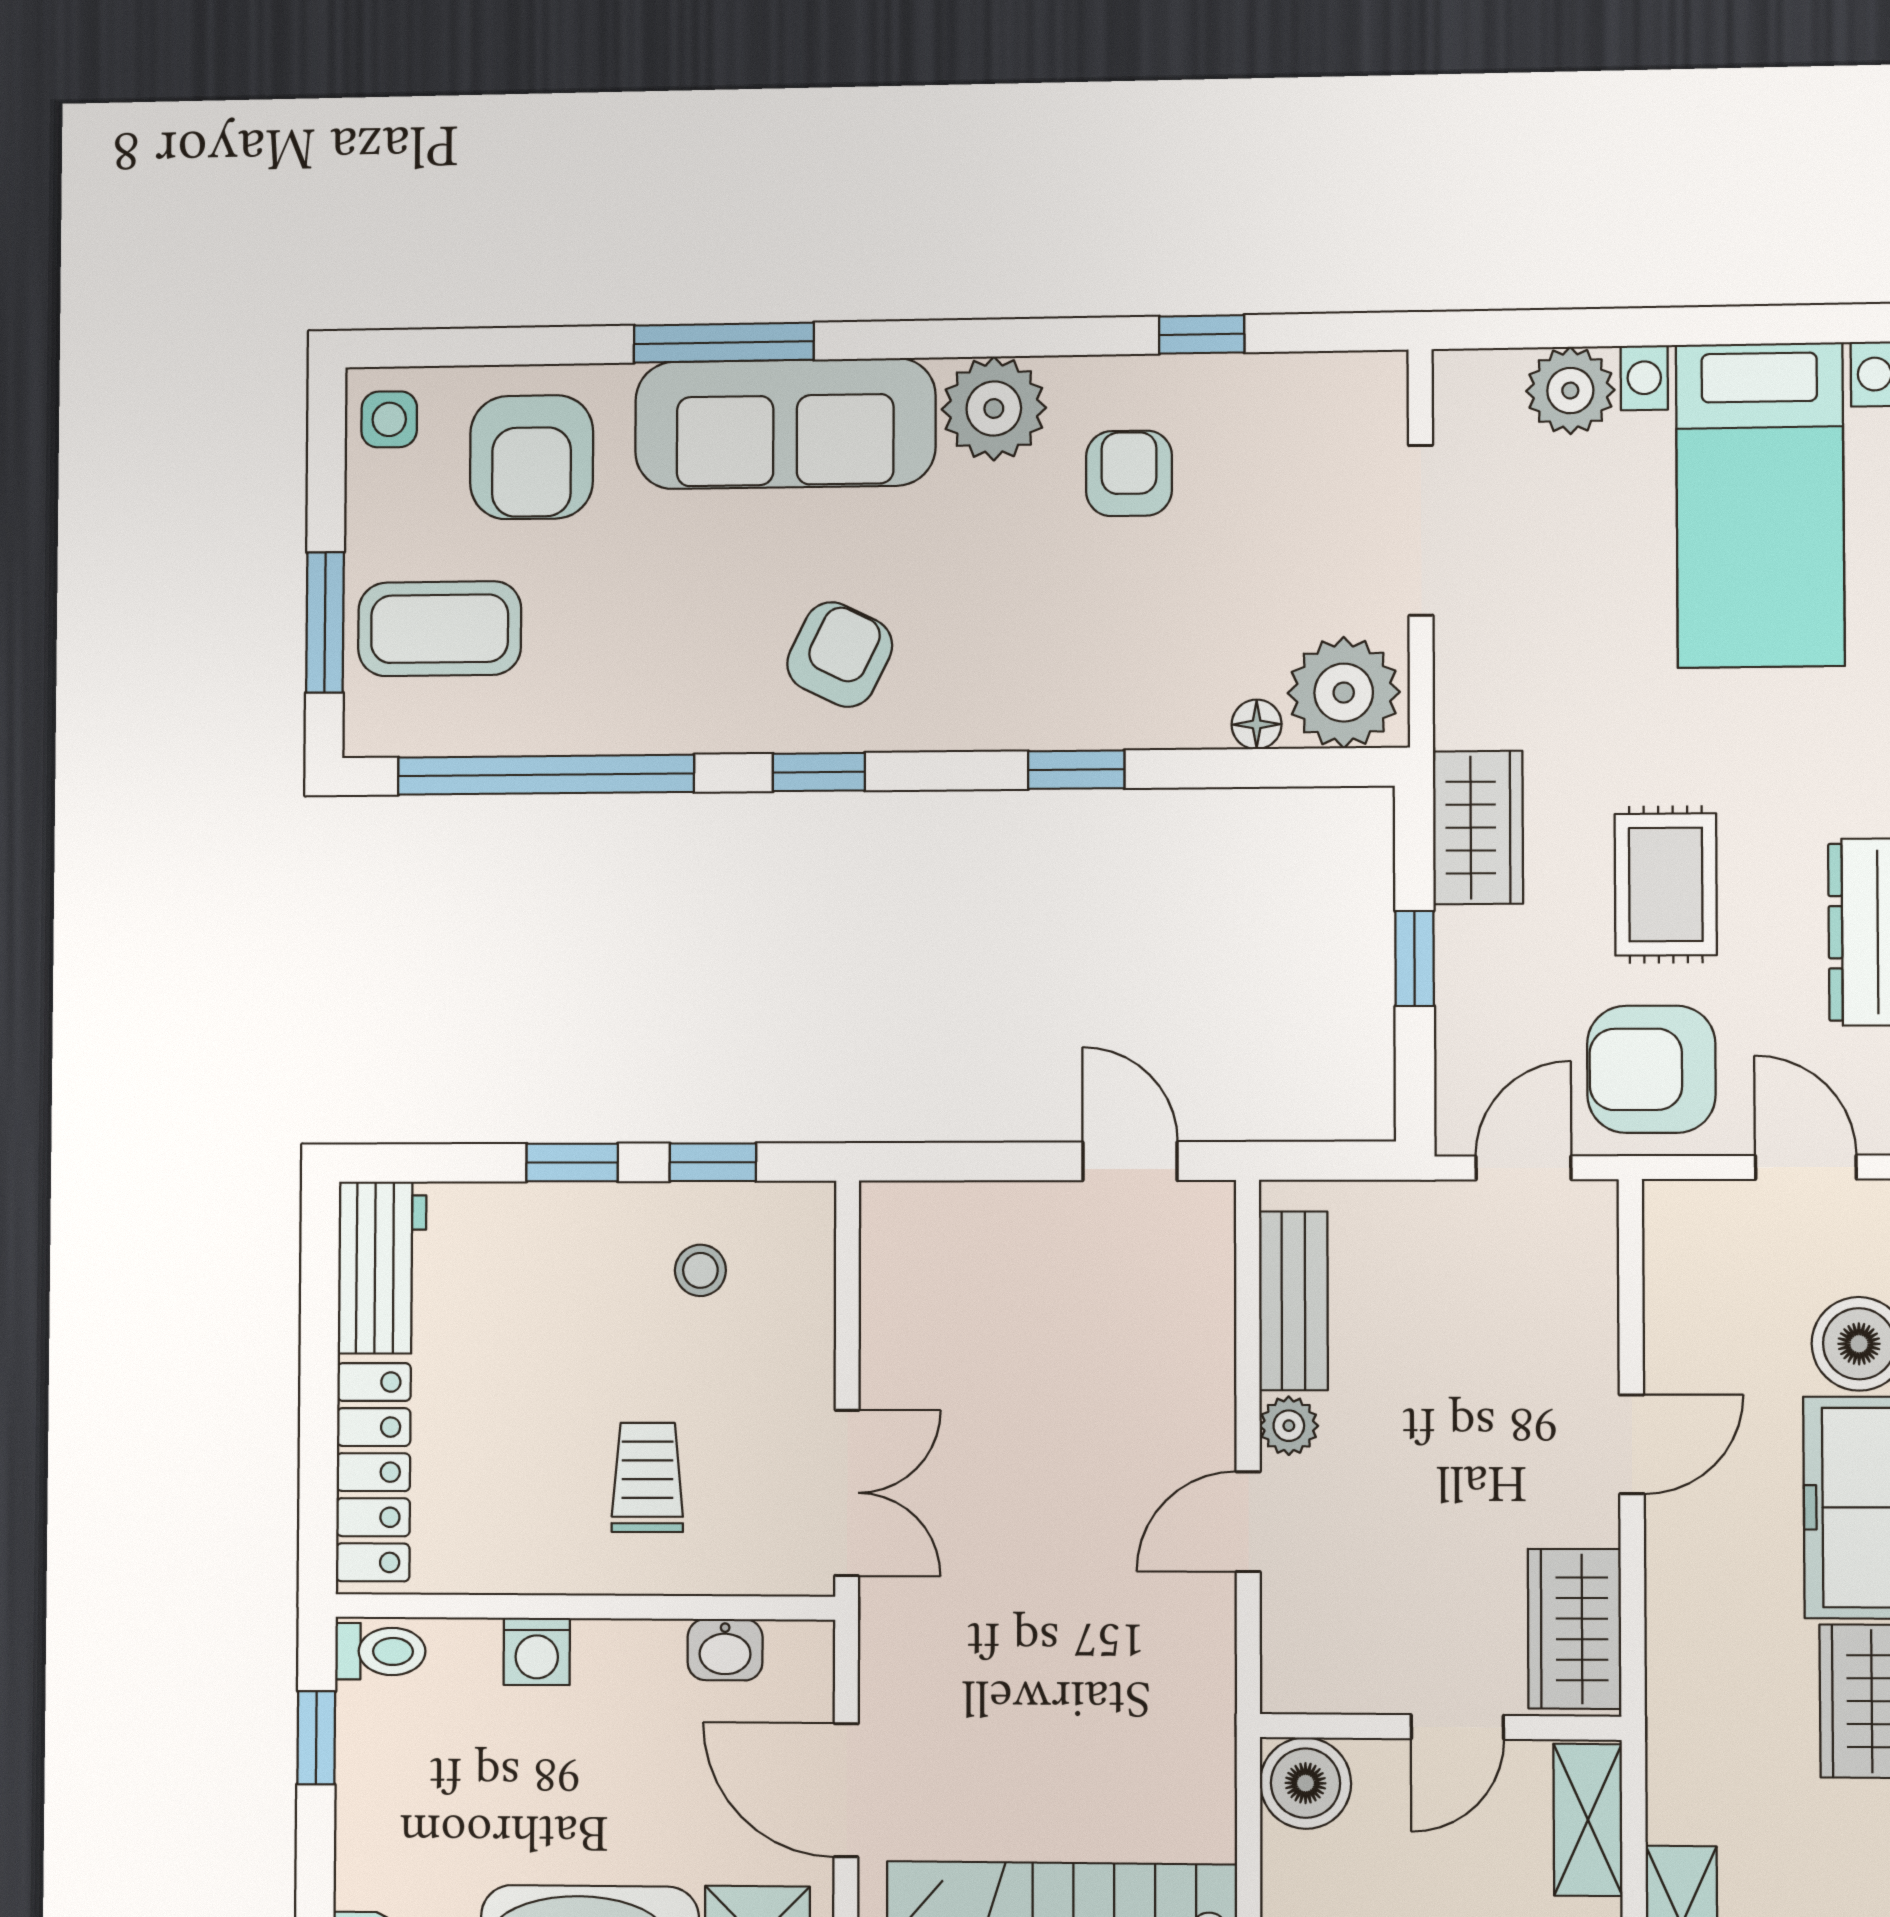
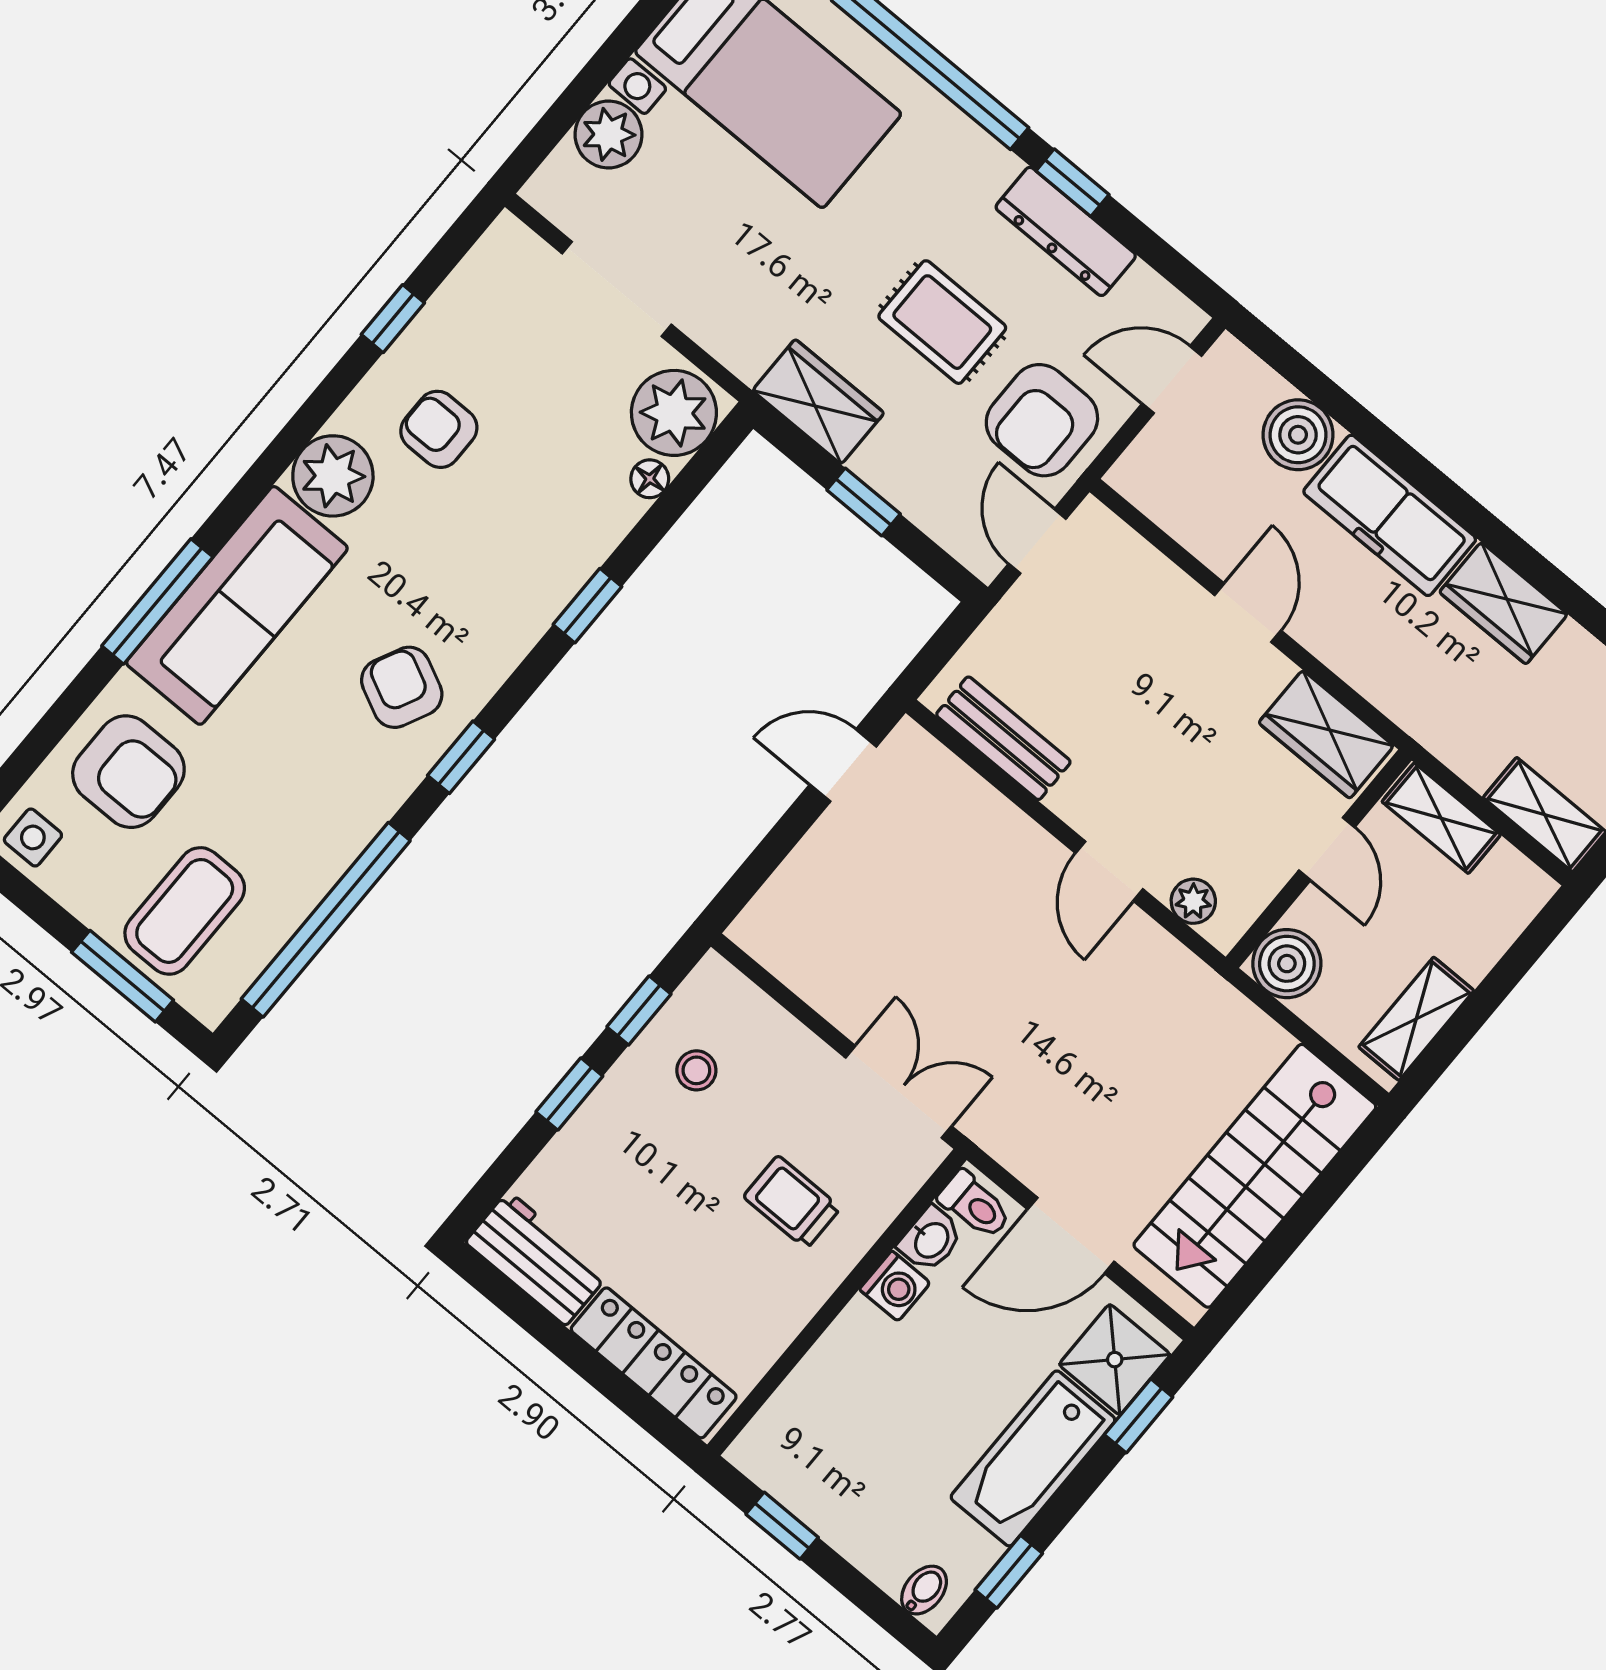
plant: (1289, 1426) -> (1193, 901), moved
toilet: (380, 1651) -> (975, 1205), moved, turned 90
washing machine: (537, 1651) -> (895, 1286), moved

